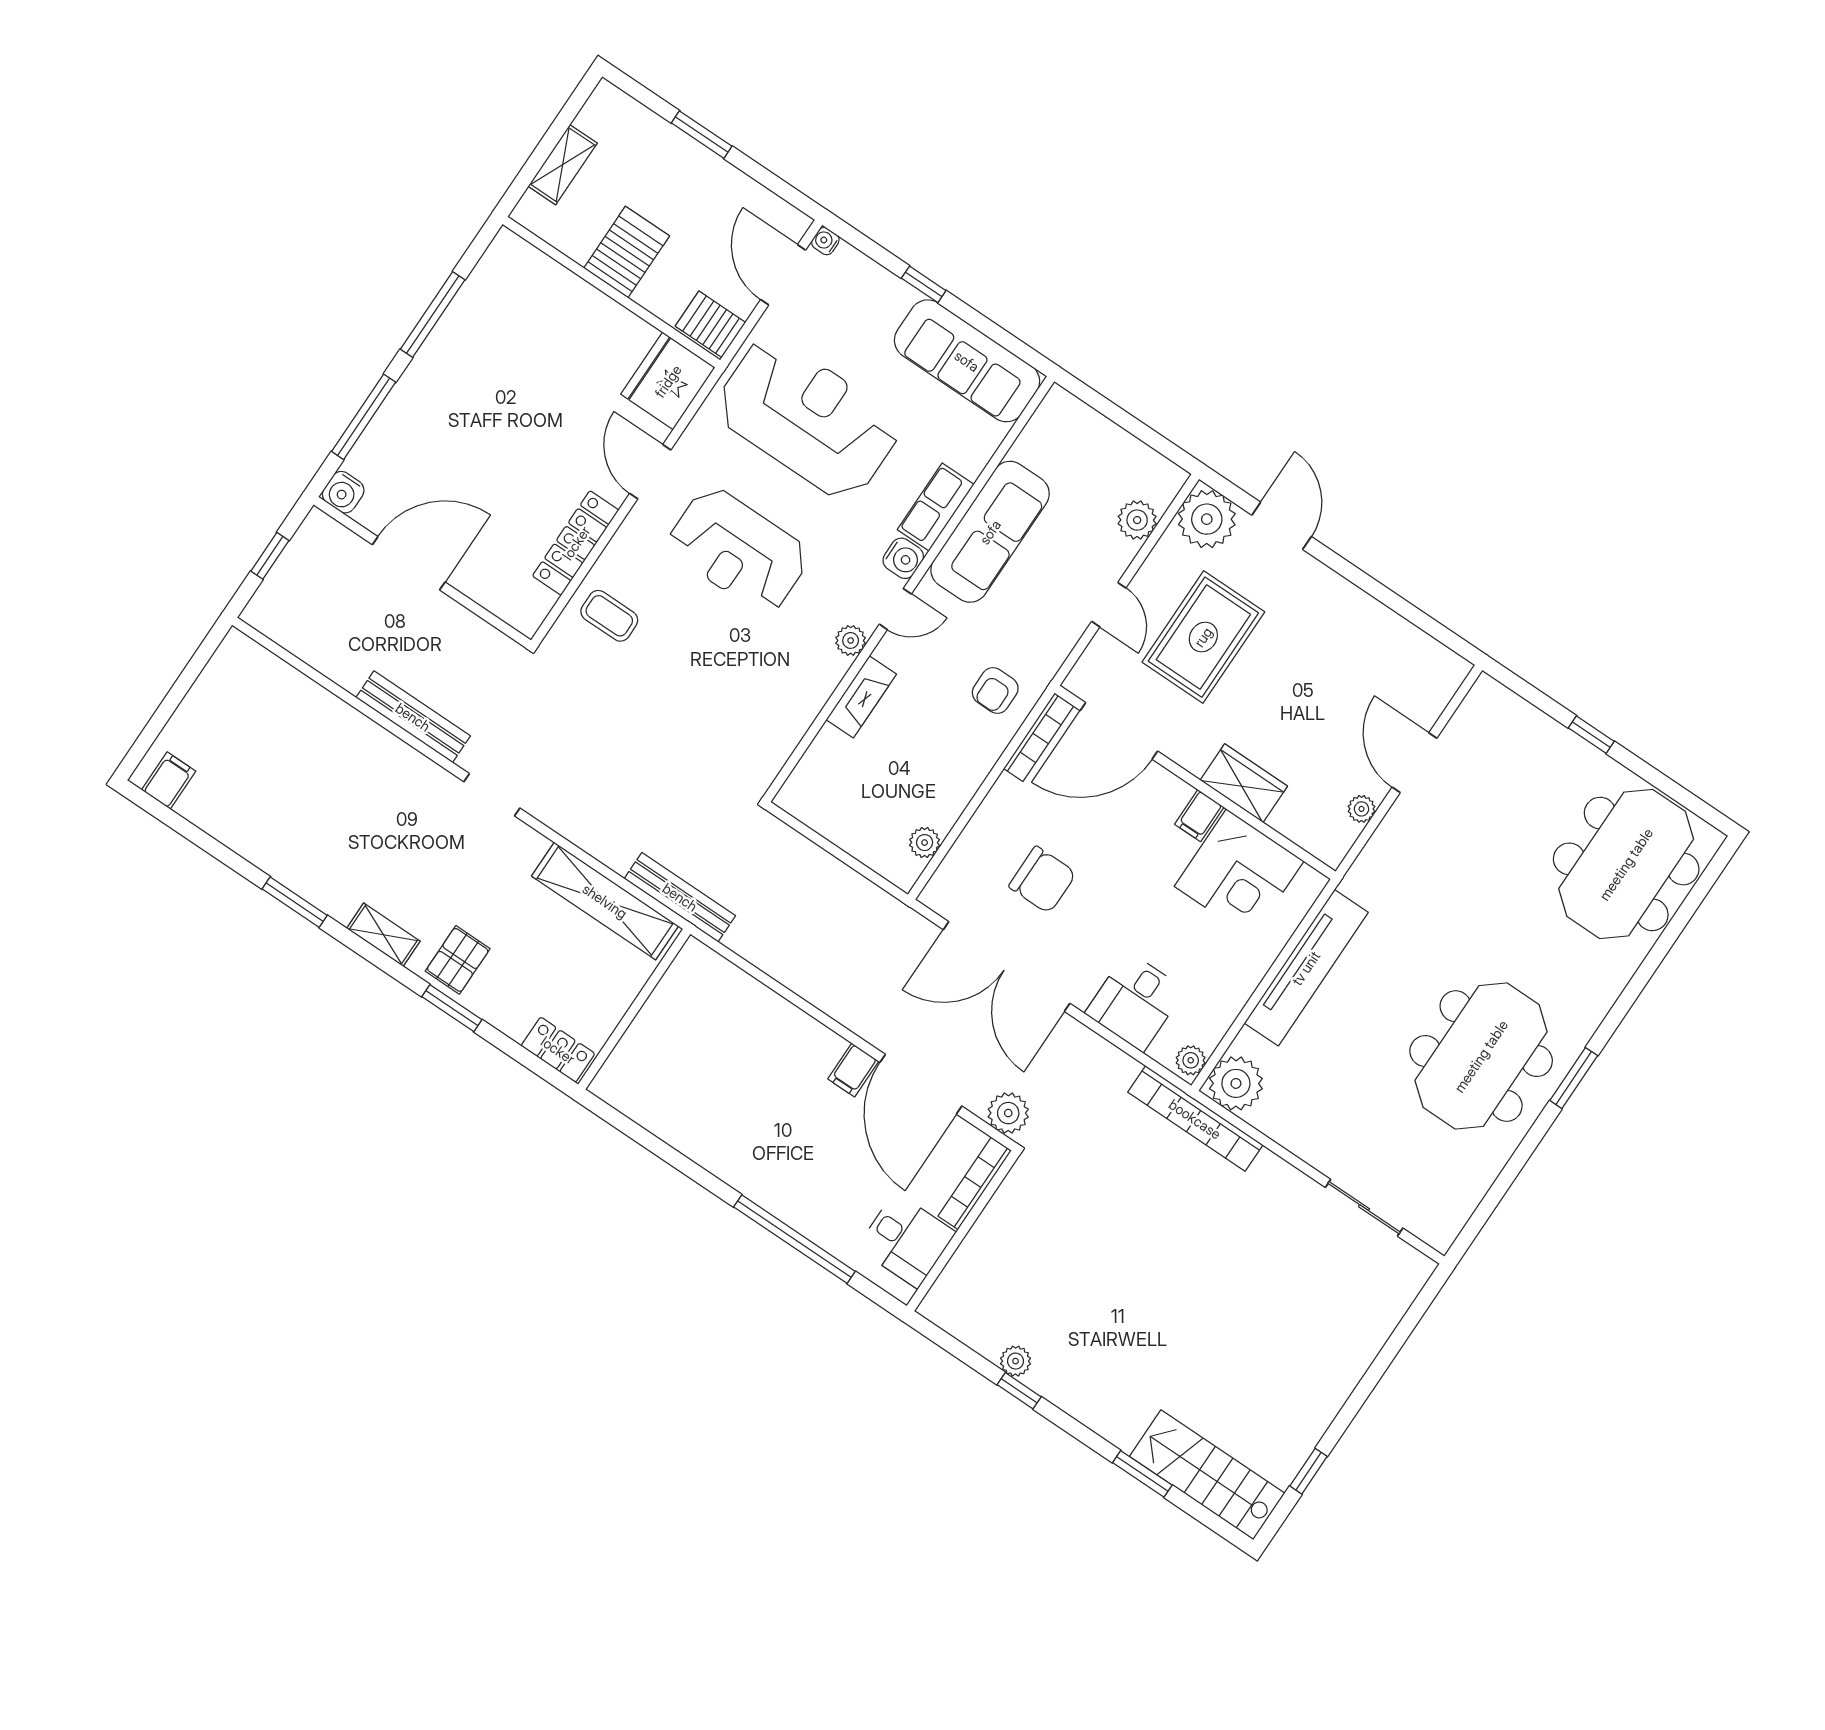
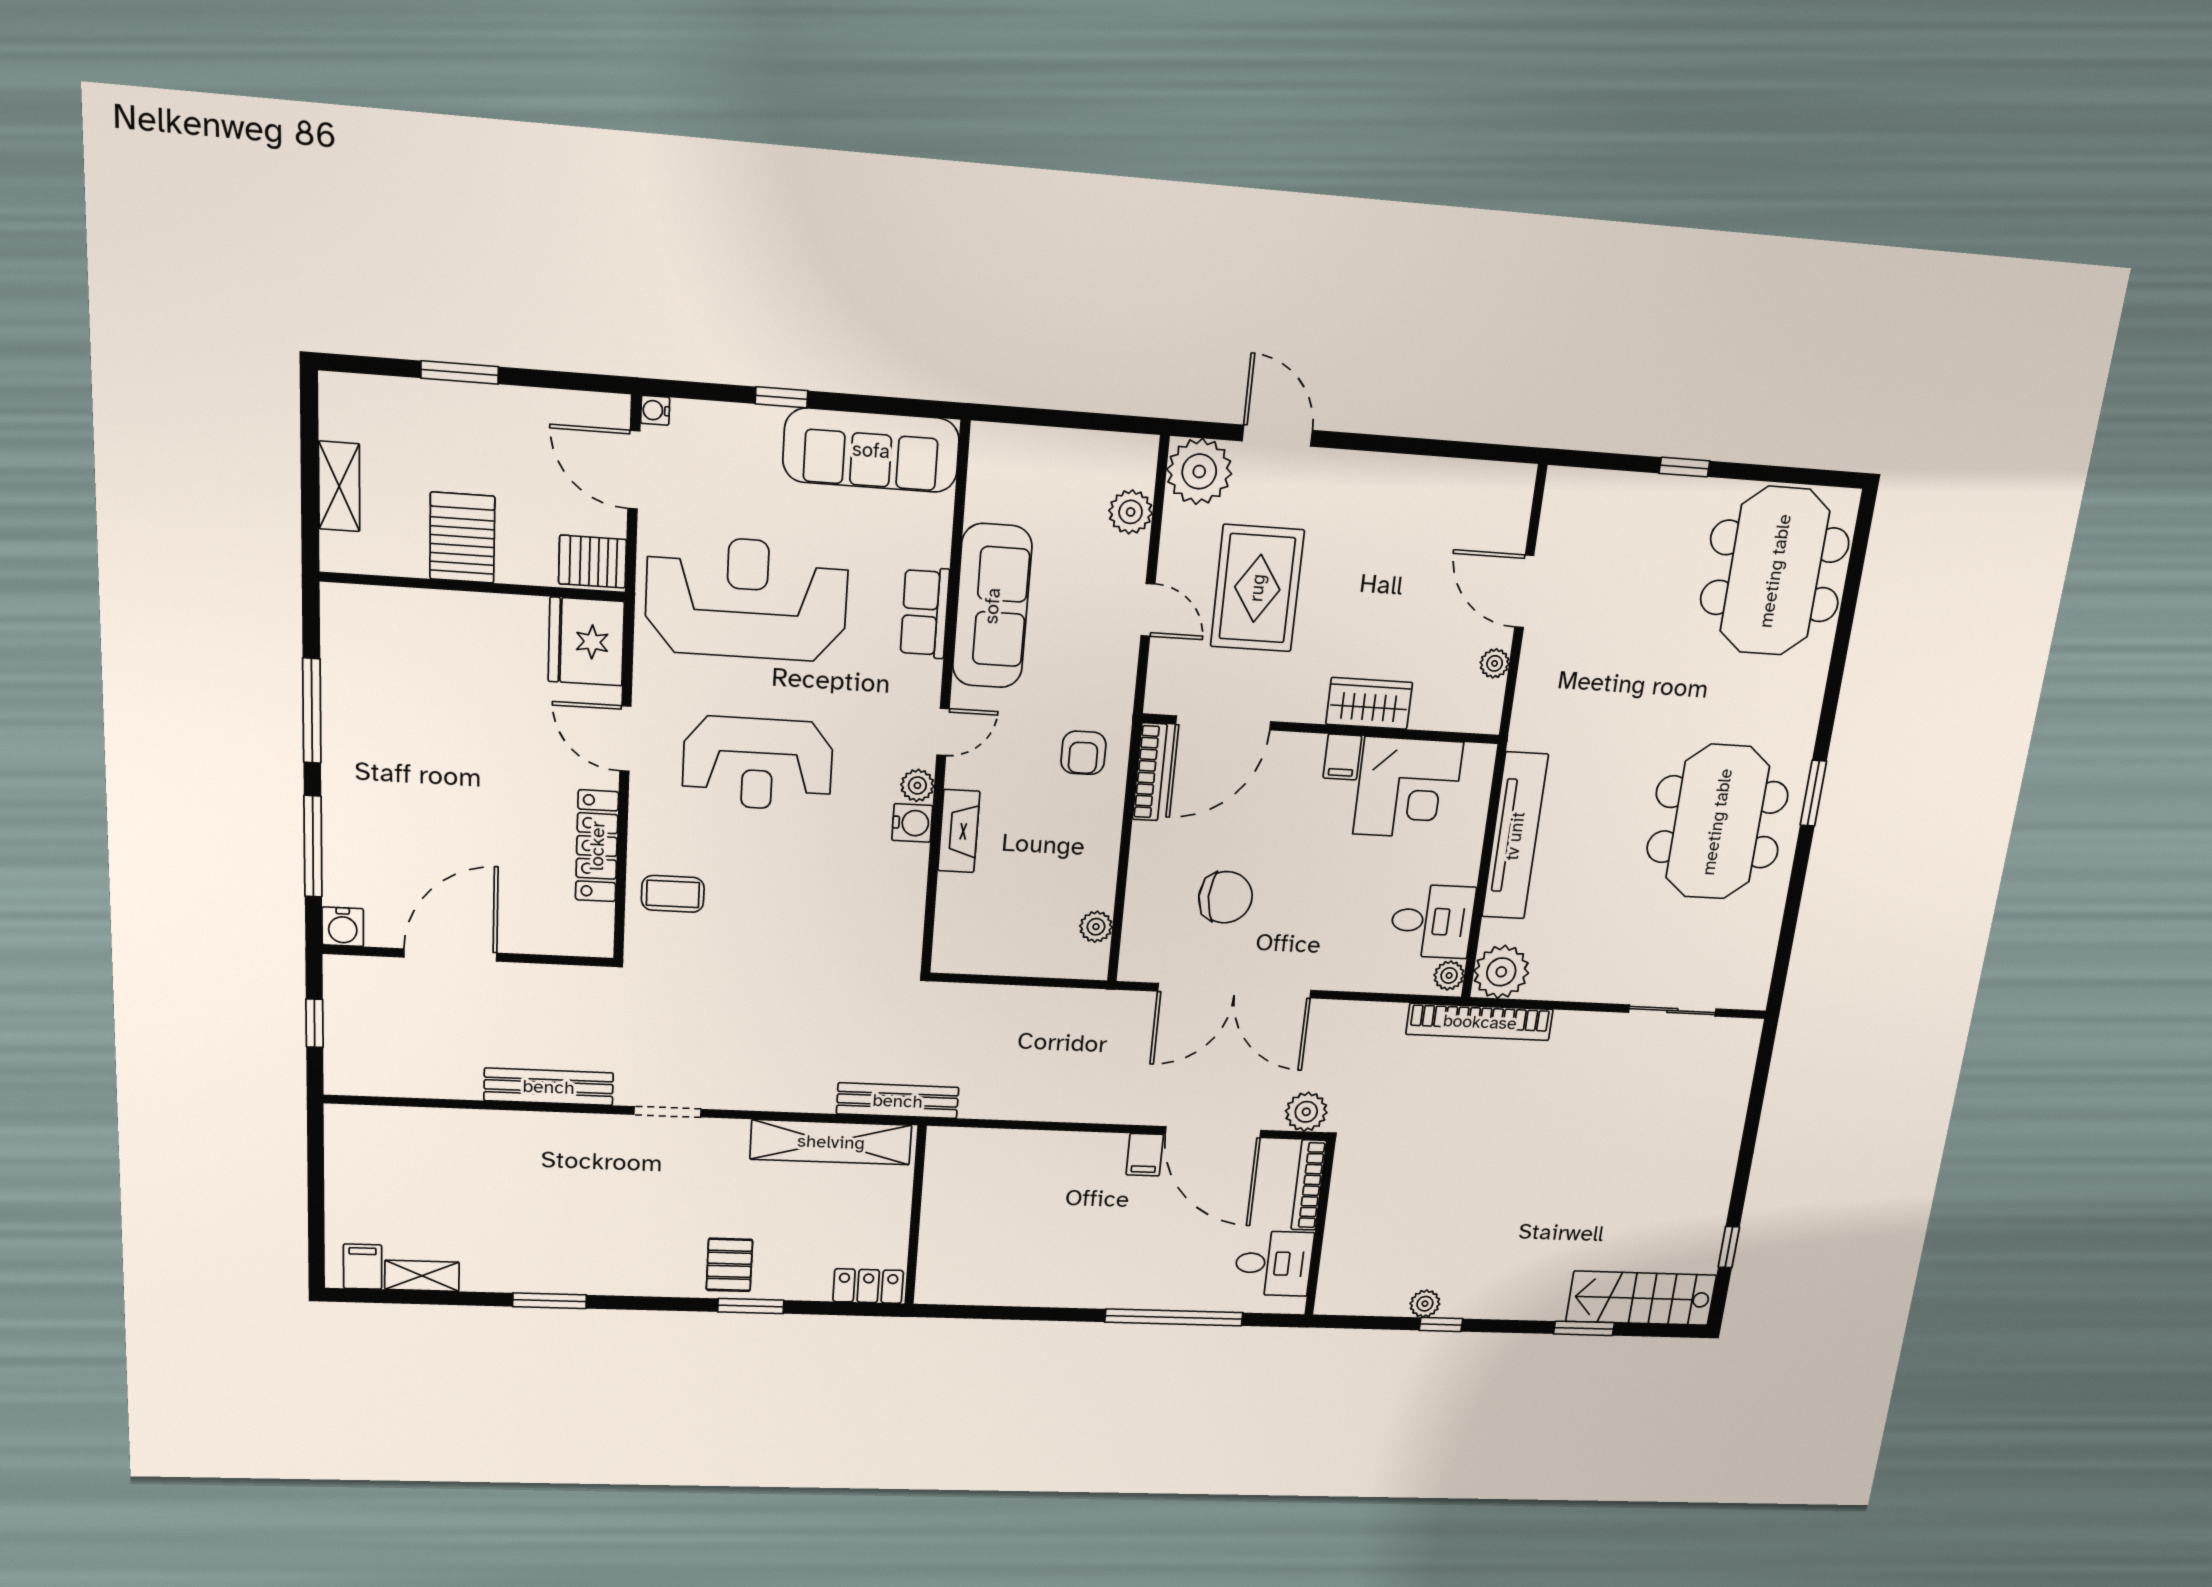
water cooler: (903, 558) -> (912, 823), moved
shelving: (383, 935) -> (422, 1276), moved
desk: (1135, 1001) -> (1432, 921), moved, turned -90

